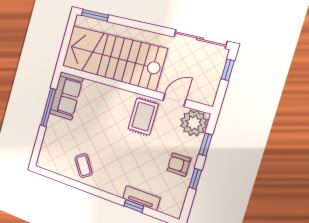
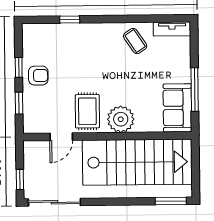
plant: (194, 123) -> (121, 119), moved
tv unit: (141, 198) -> (172, 29), moved

